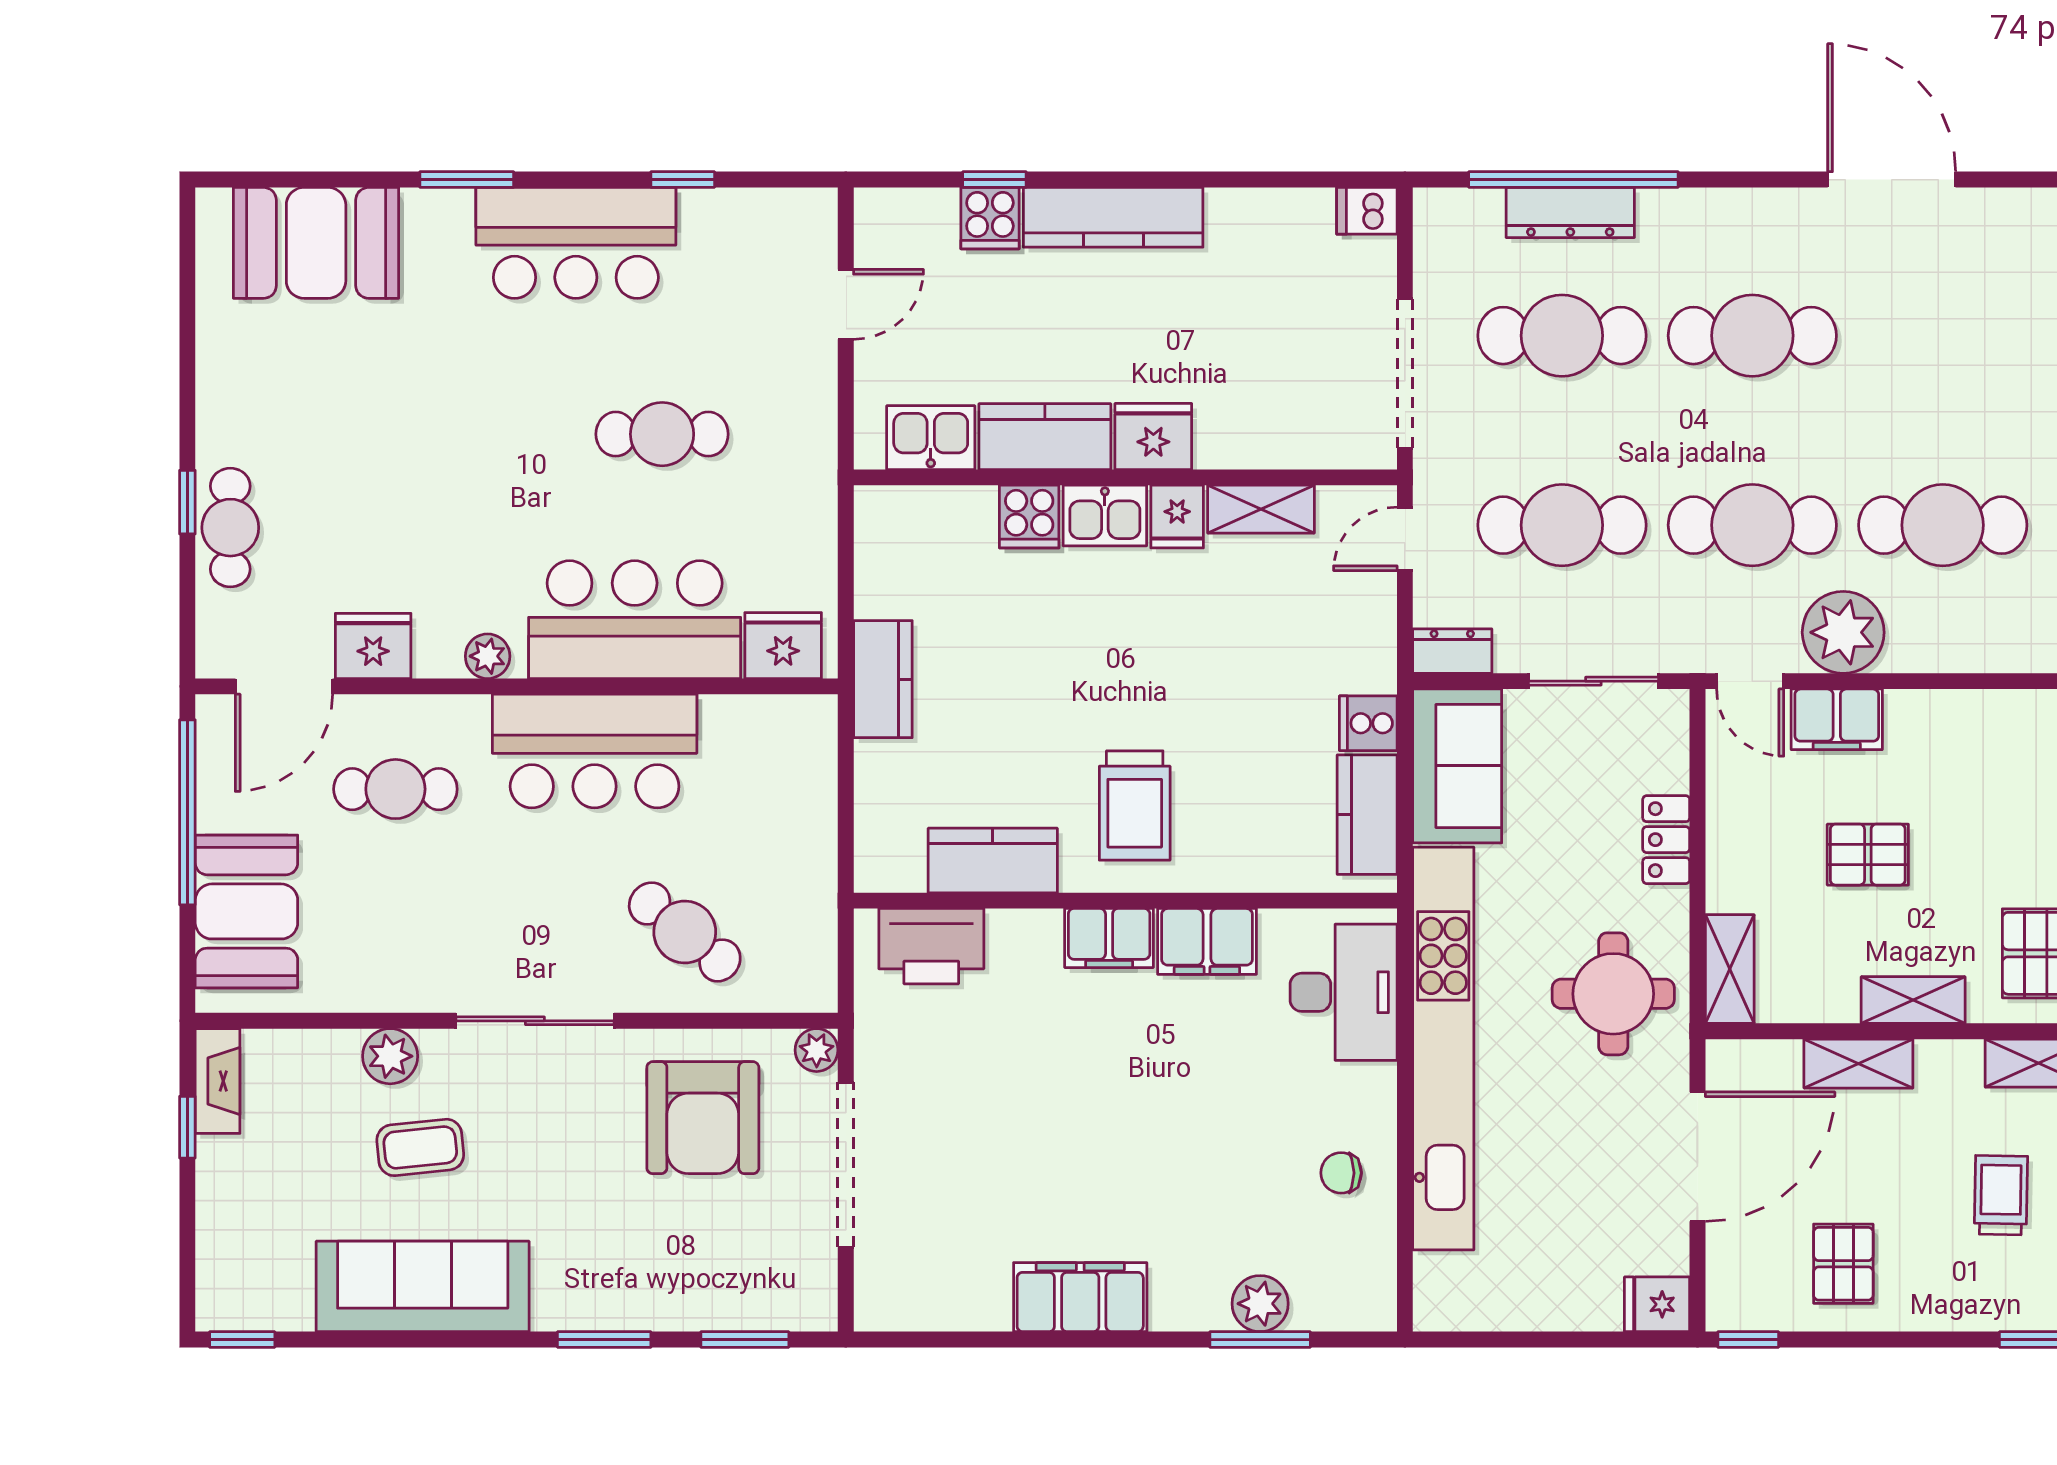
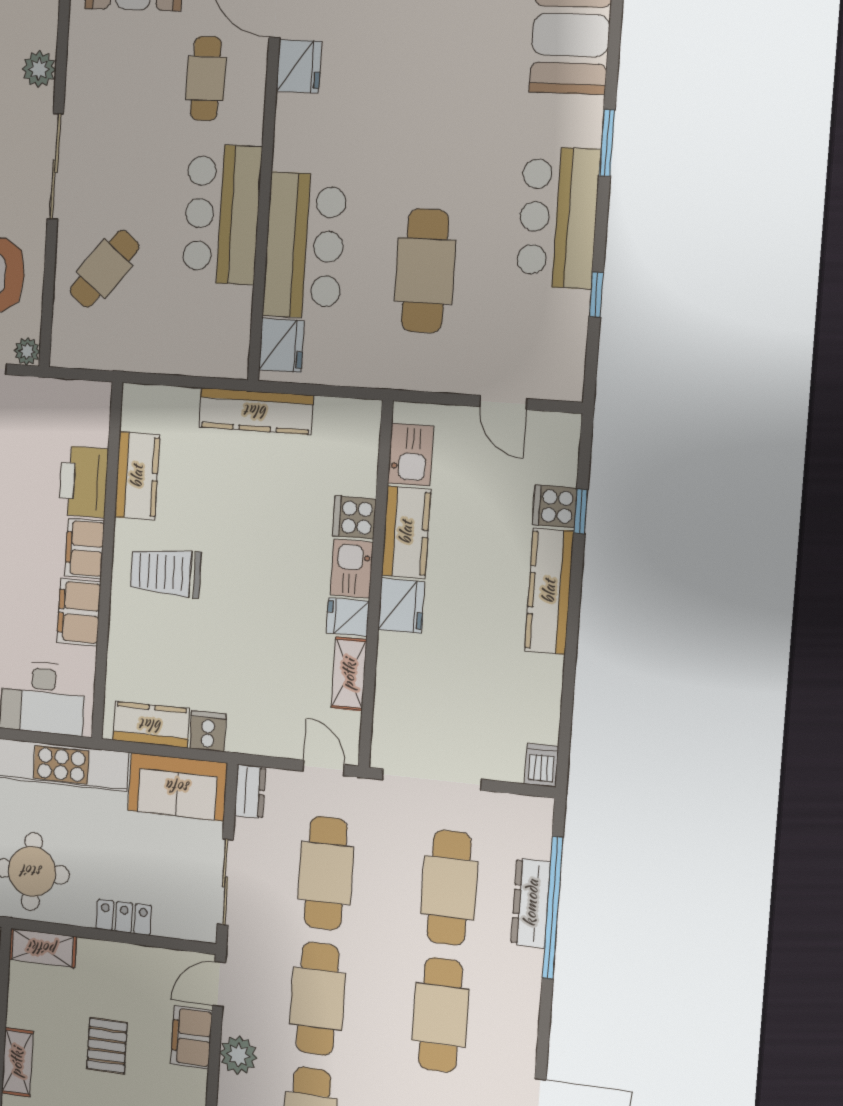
cafe table: (662, 434) -> (425, 271), width x1.37, depth x1.35
plant: (1843, 632) -> (238, 1055), width x0.73, depth x0.73
plant: (488, 656) -> (287, 144), removed
kitchen counter: (883, 679) -> (256, 411), width x1.50
printer: (931, 946) -> (83, 482), moved

